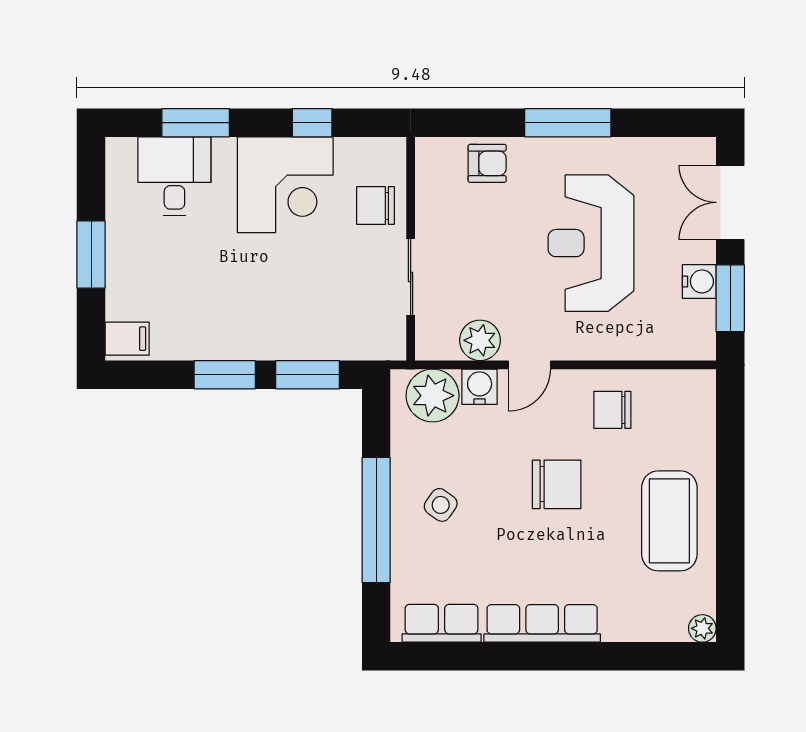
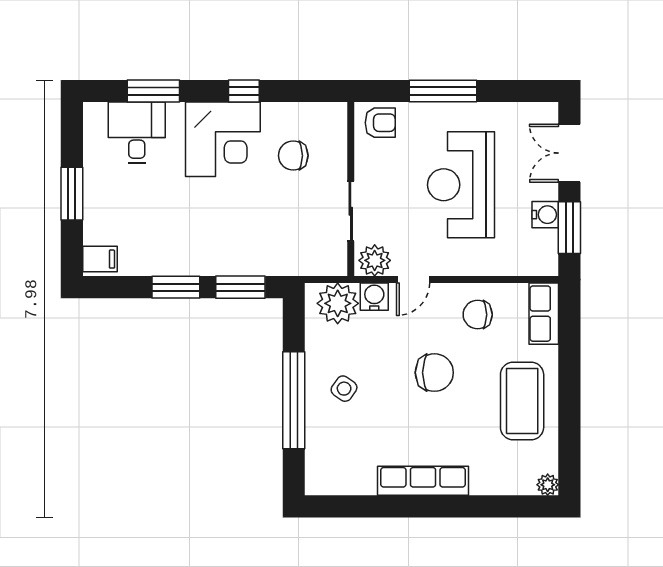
wall: (411, 249) -> (351, 189), moved
sliding door: (411, 277) -> (351, 211), moved
row of seats: (442, 623) -> (544, 314), moved, turned -90

